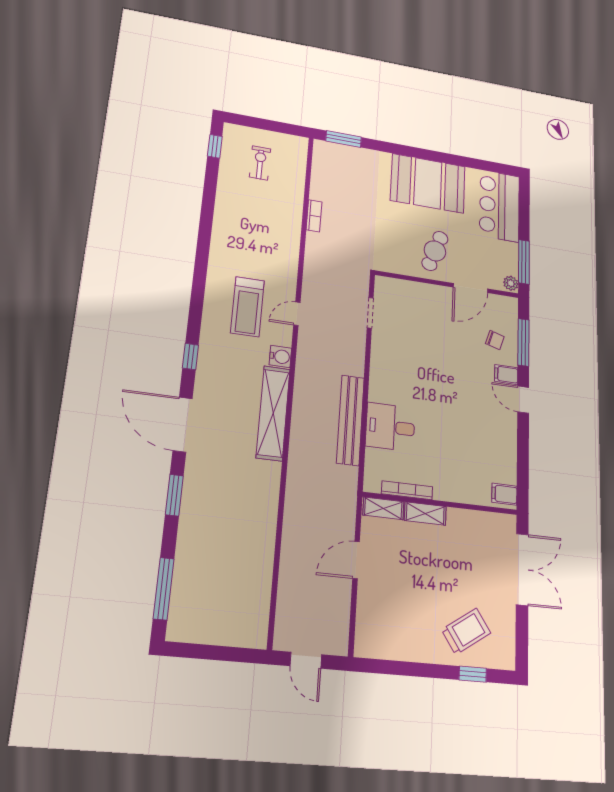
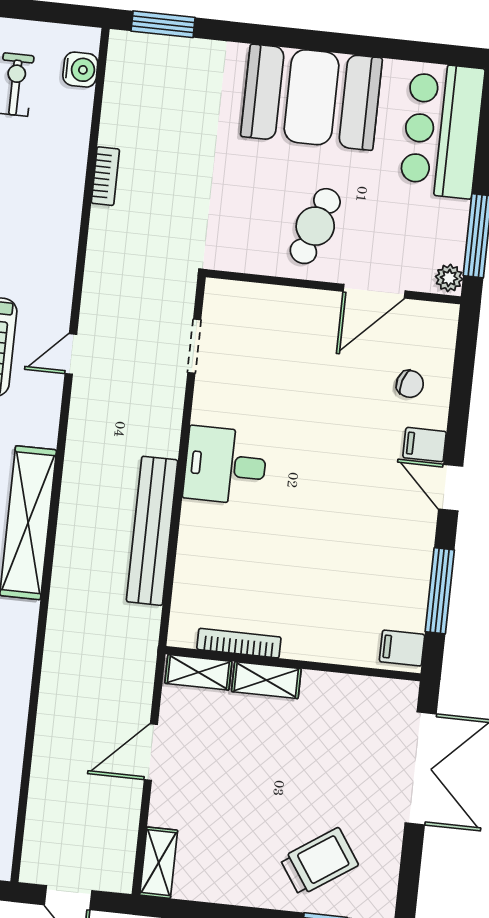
window: (523, 342) -> (440, 591), moved
water cooler: (280, 357) -> (80, 70), moved
desk: (390, 427) -> (225, 465), moved
shelving: (365, 634) -> (159, 863), added

